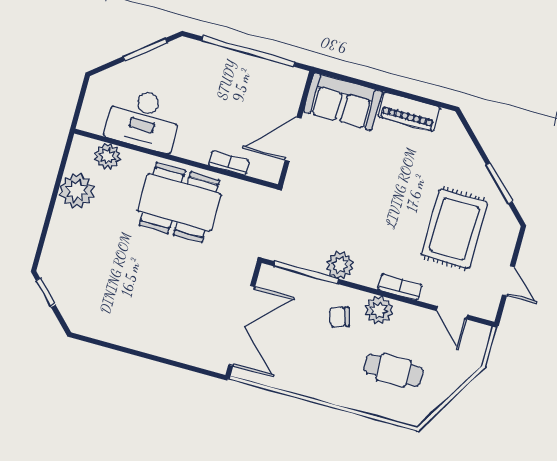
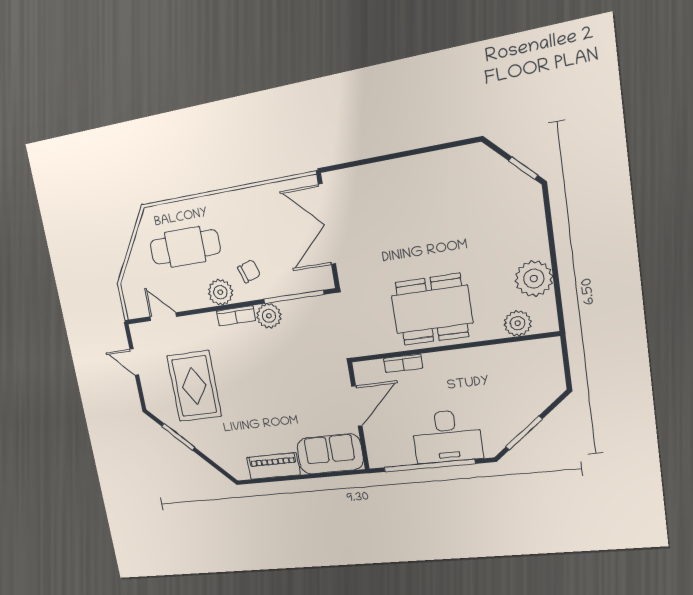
desk: (144, 119) -> (447, 437), moved, turned 180
bookcase: (400, 287) -> (236, 316), moved
cafe table: (394, 370) -> (185, 247), width x1.37, depth x1.35

